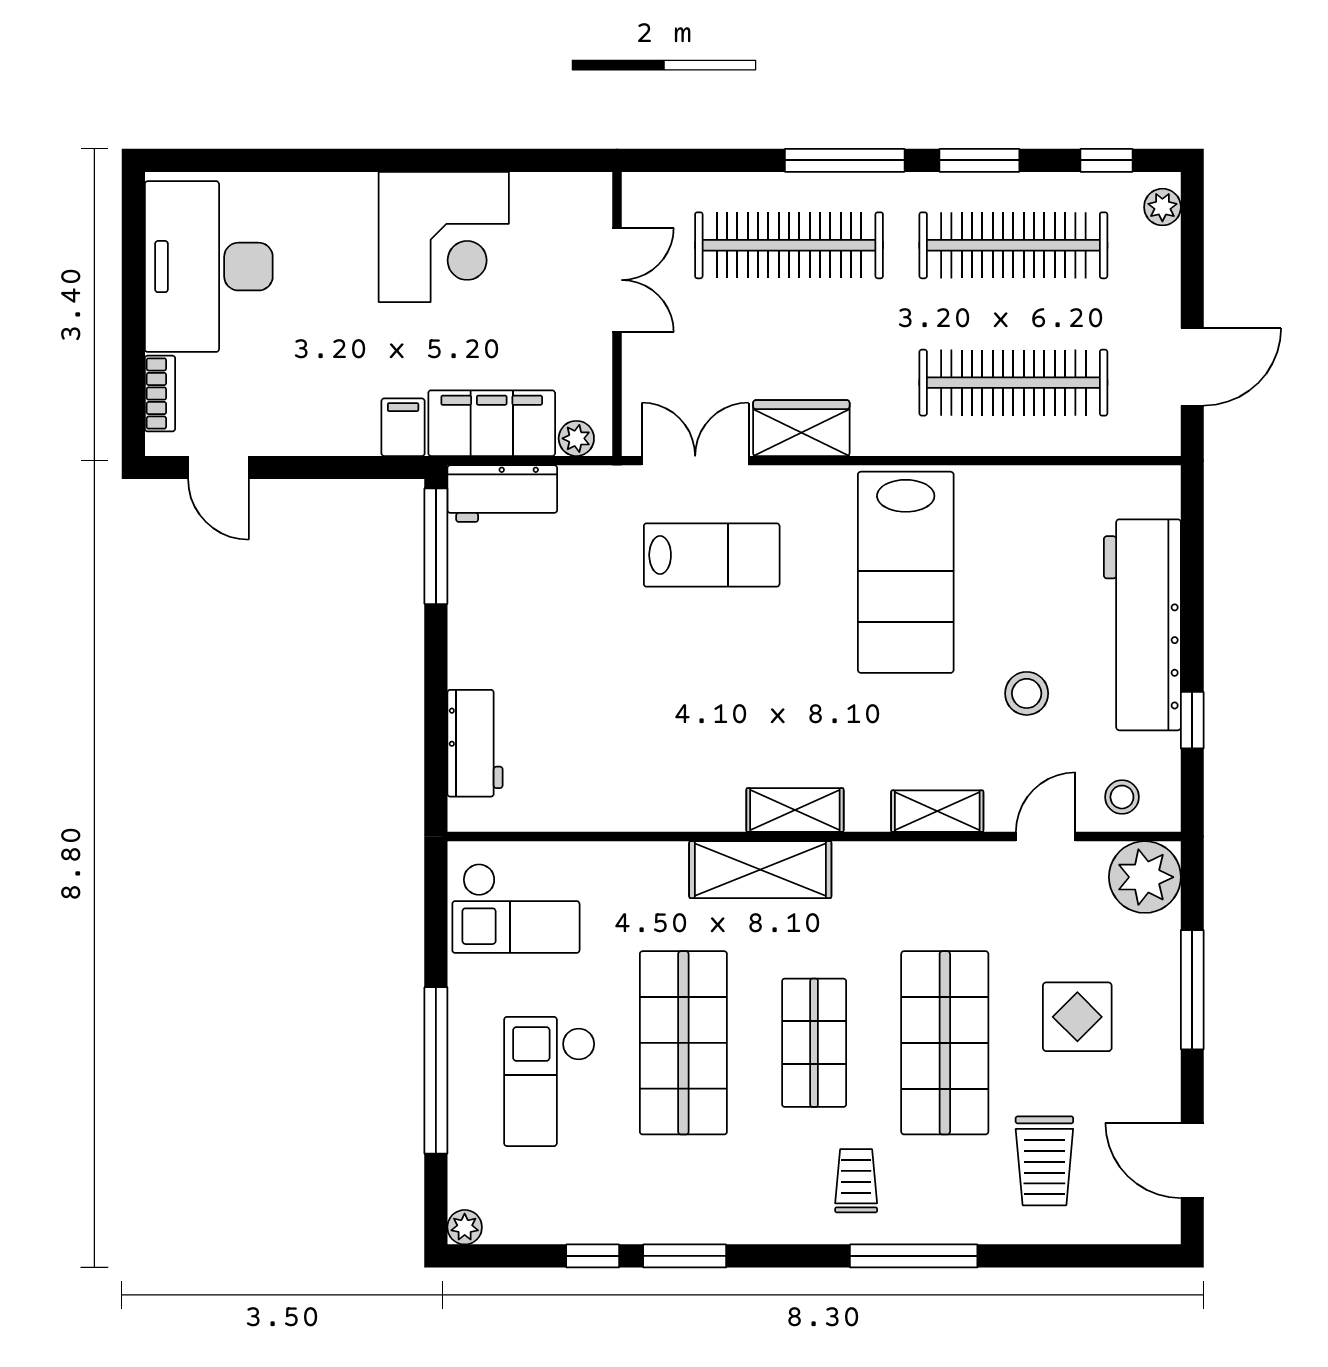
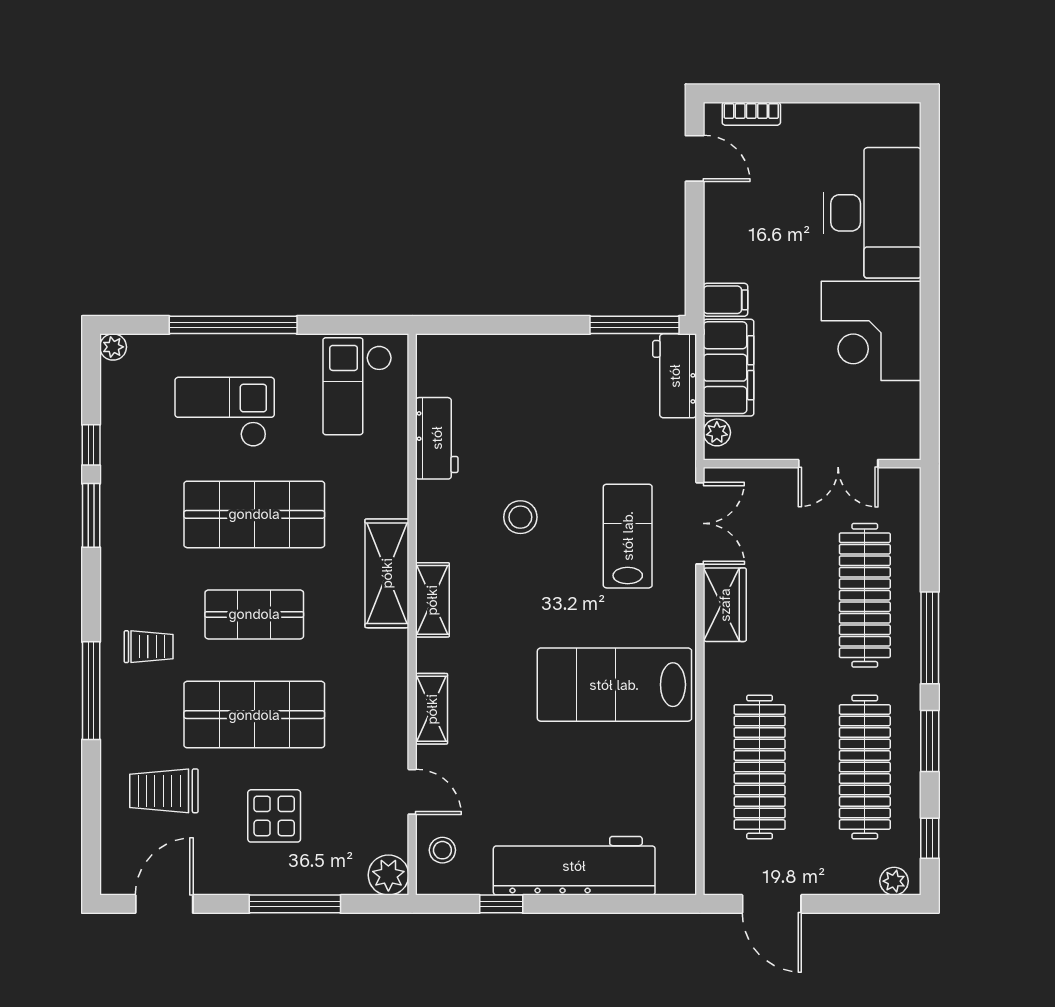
desk: (209, 267) -> (872, 213), moved, turned 90
door: (218, 468) -> (695, 158), swing flipped
lab bench: (712, 555) -> (628, 536), turned 180
stool: (1027, 693) -> (520, 517), moved
workbench: (475, 743) -> (437, 438), moved, turned -90
plant: (1145, 877) -> (388, 875), width x0.73, depth x0.73

